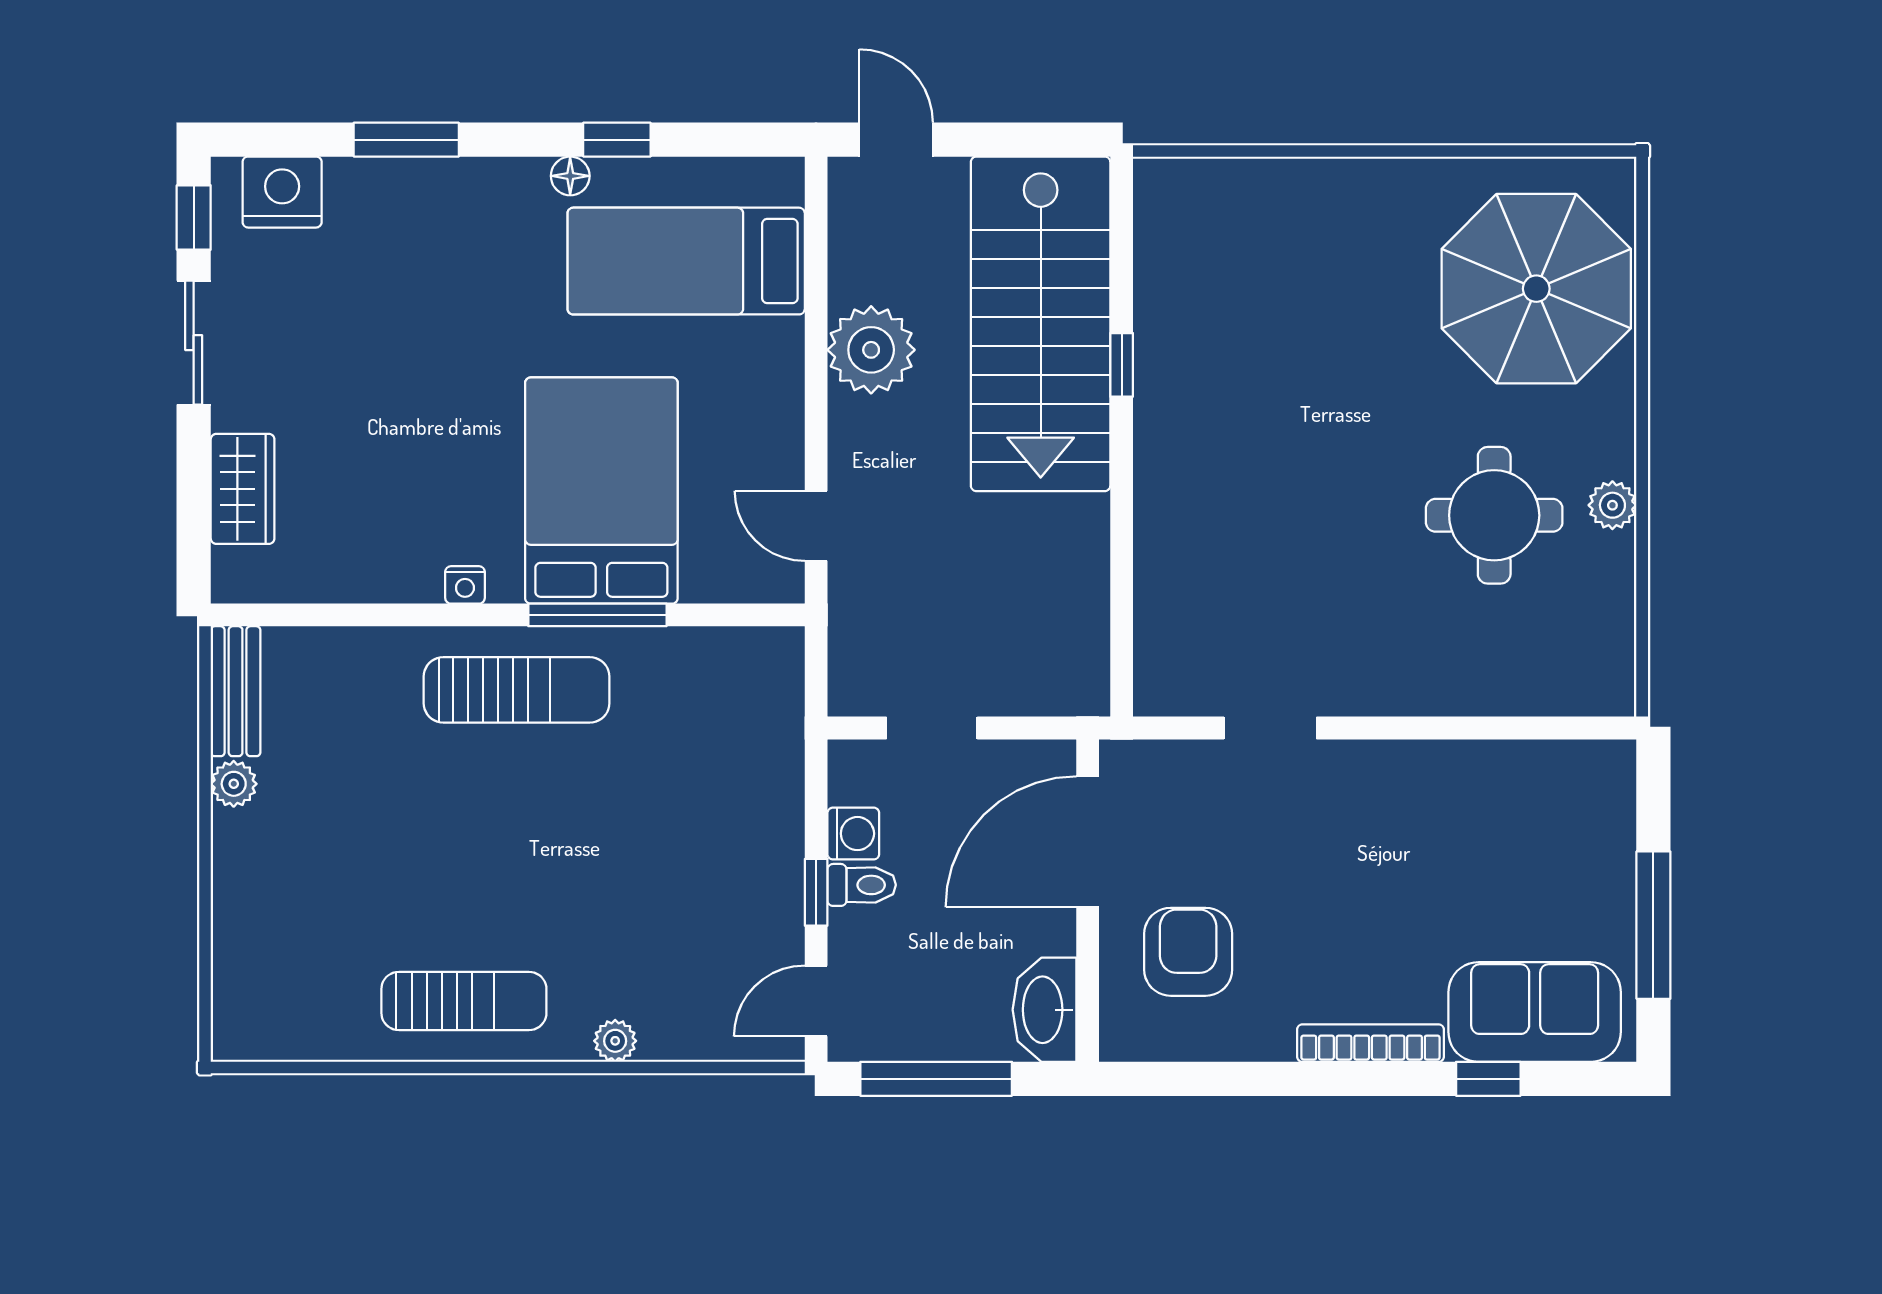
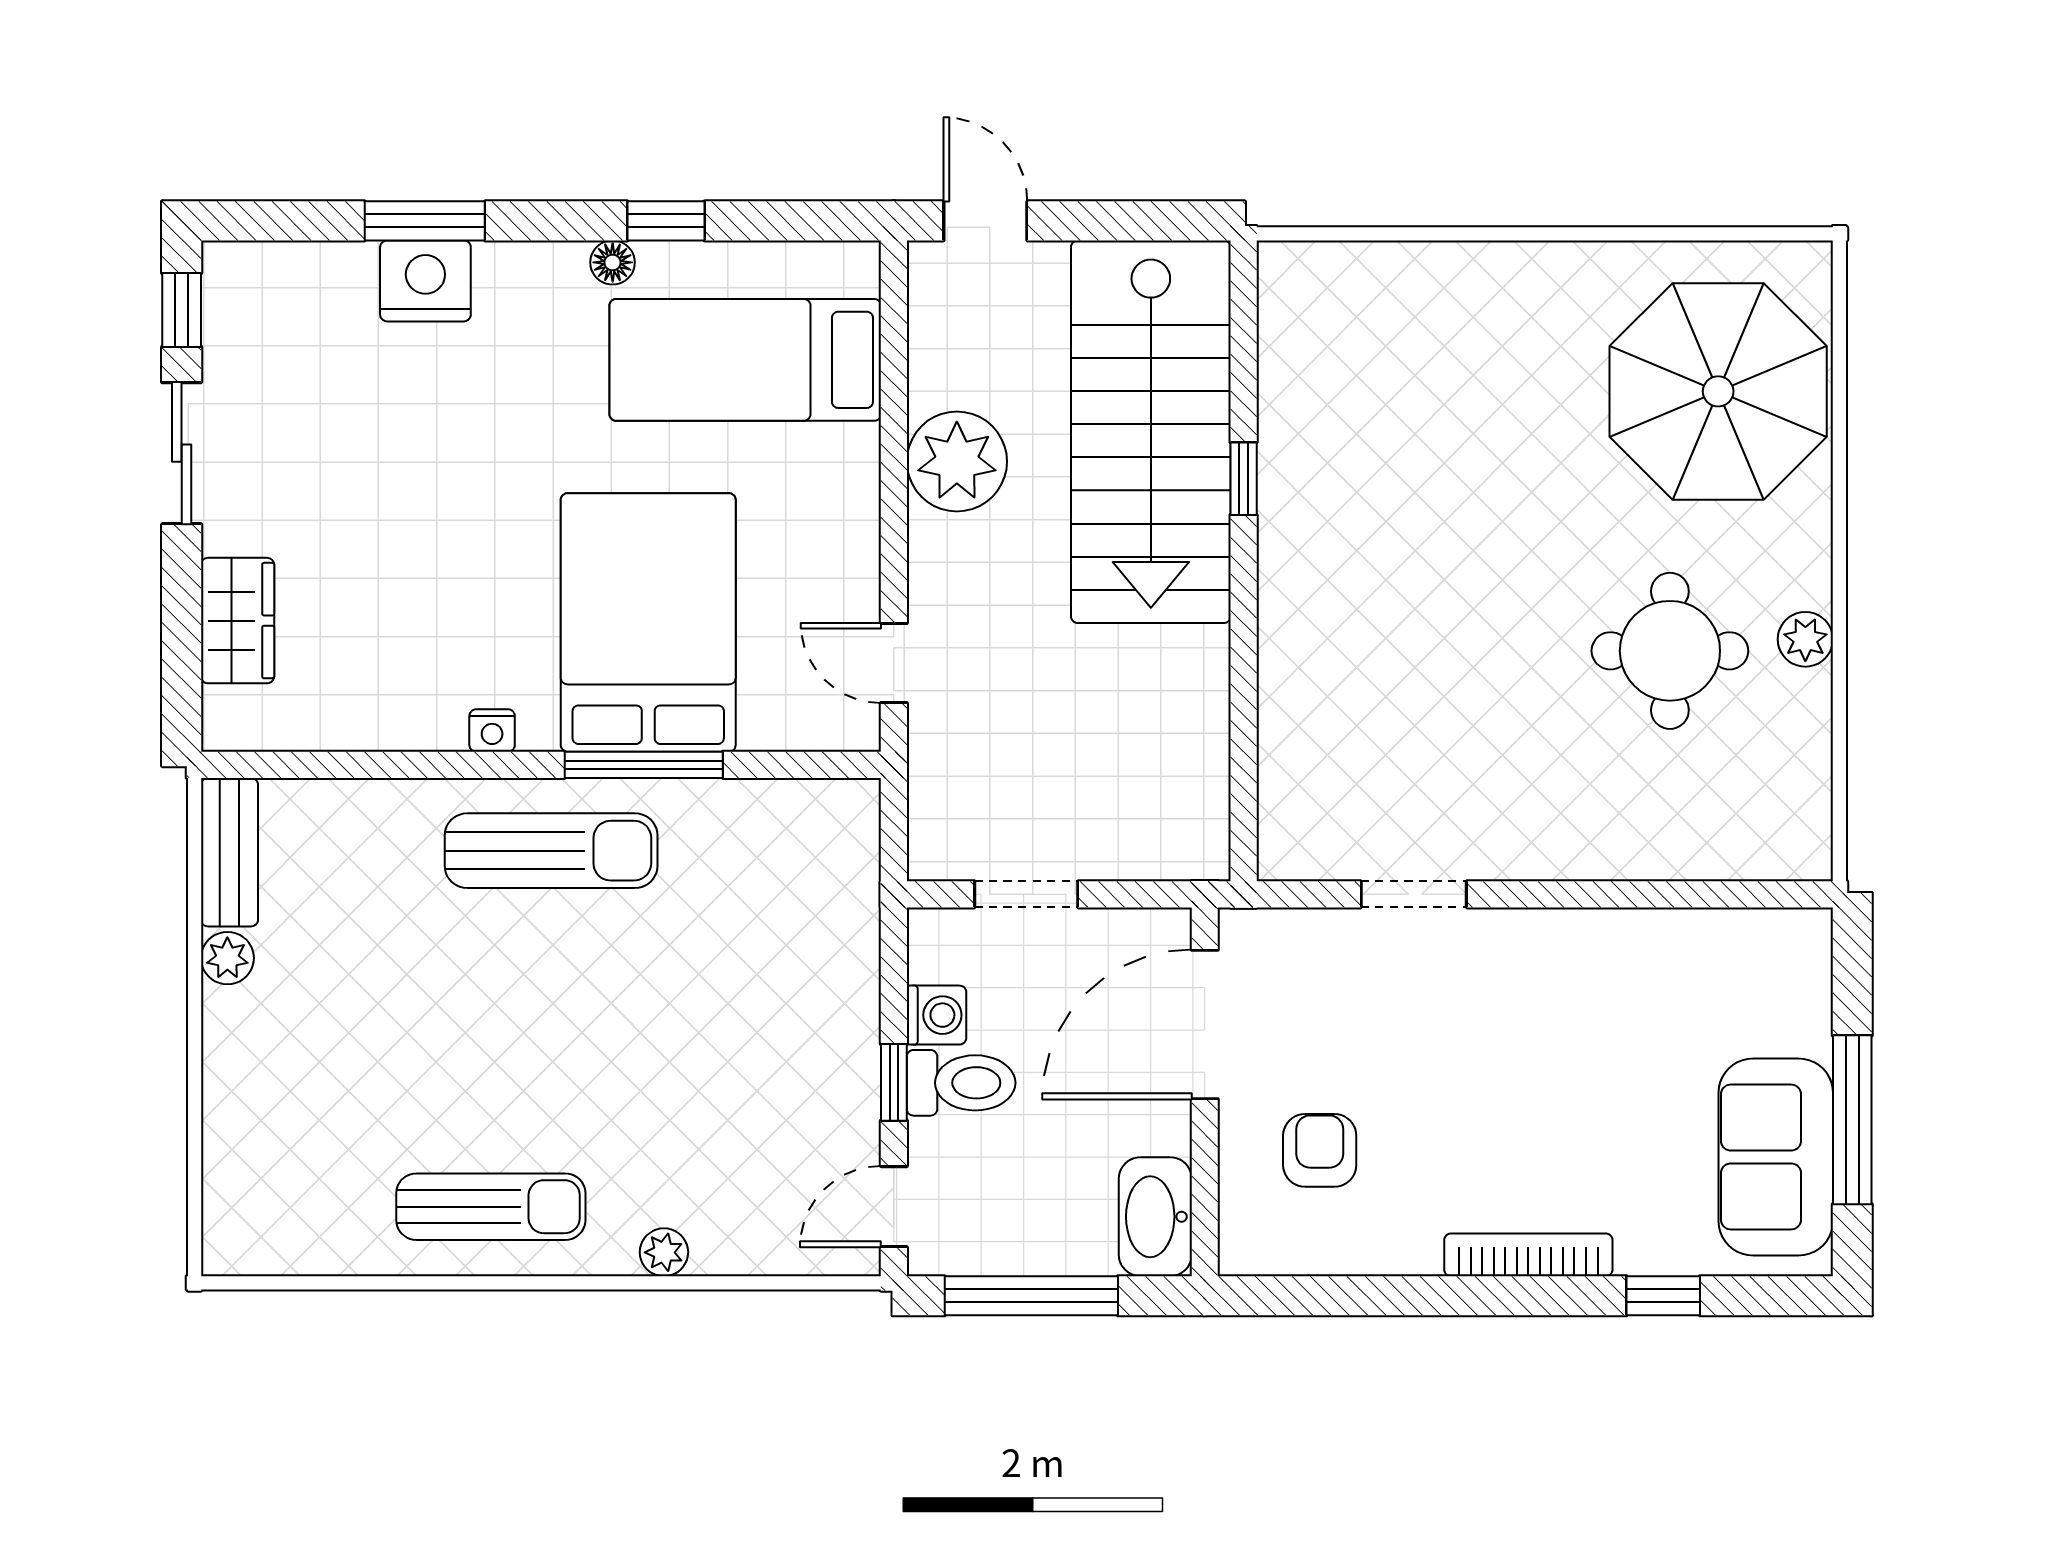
nightstand: (282, 192) -> (425, 281), moved
toilet: (862, 885) -> (961, 1083), width x1.37, depth x1.39
armchair: (1188, 952) -> (1320, 1150), width x0.72, depth x0.72
sofa: (1535, 1012) -> (1776, 1157), moved, turned -90

